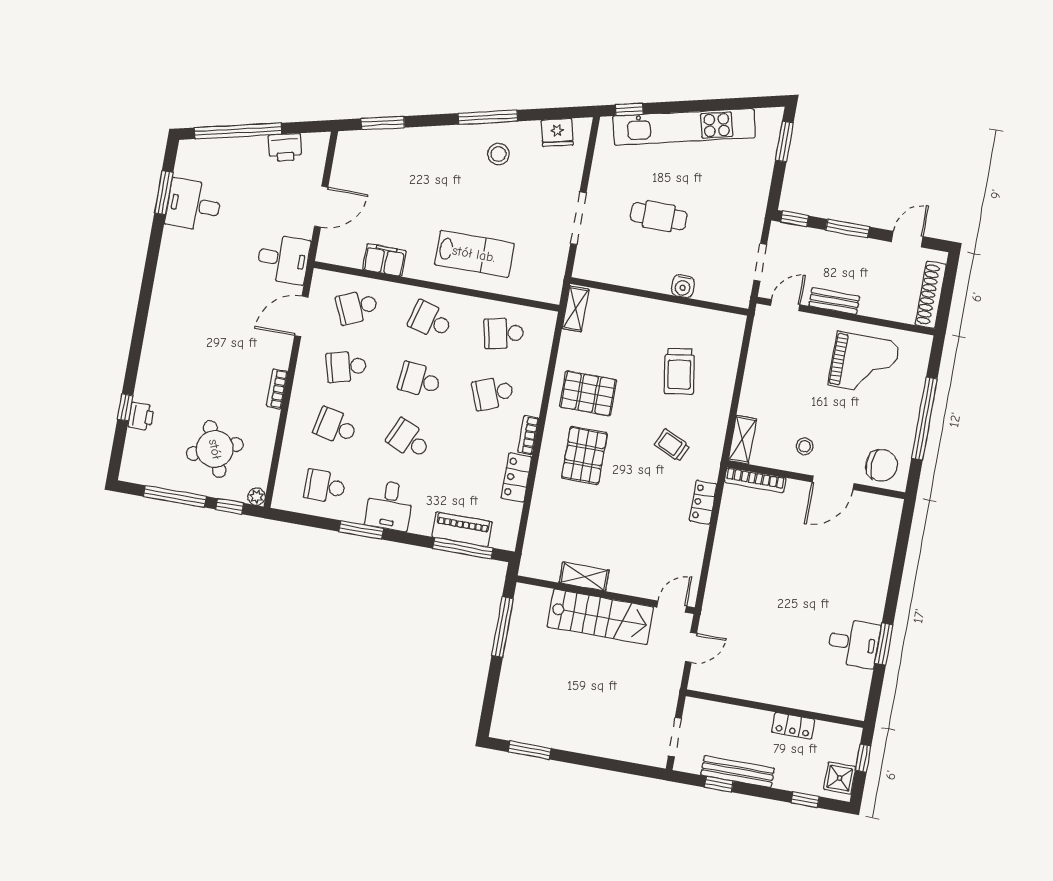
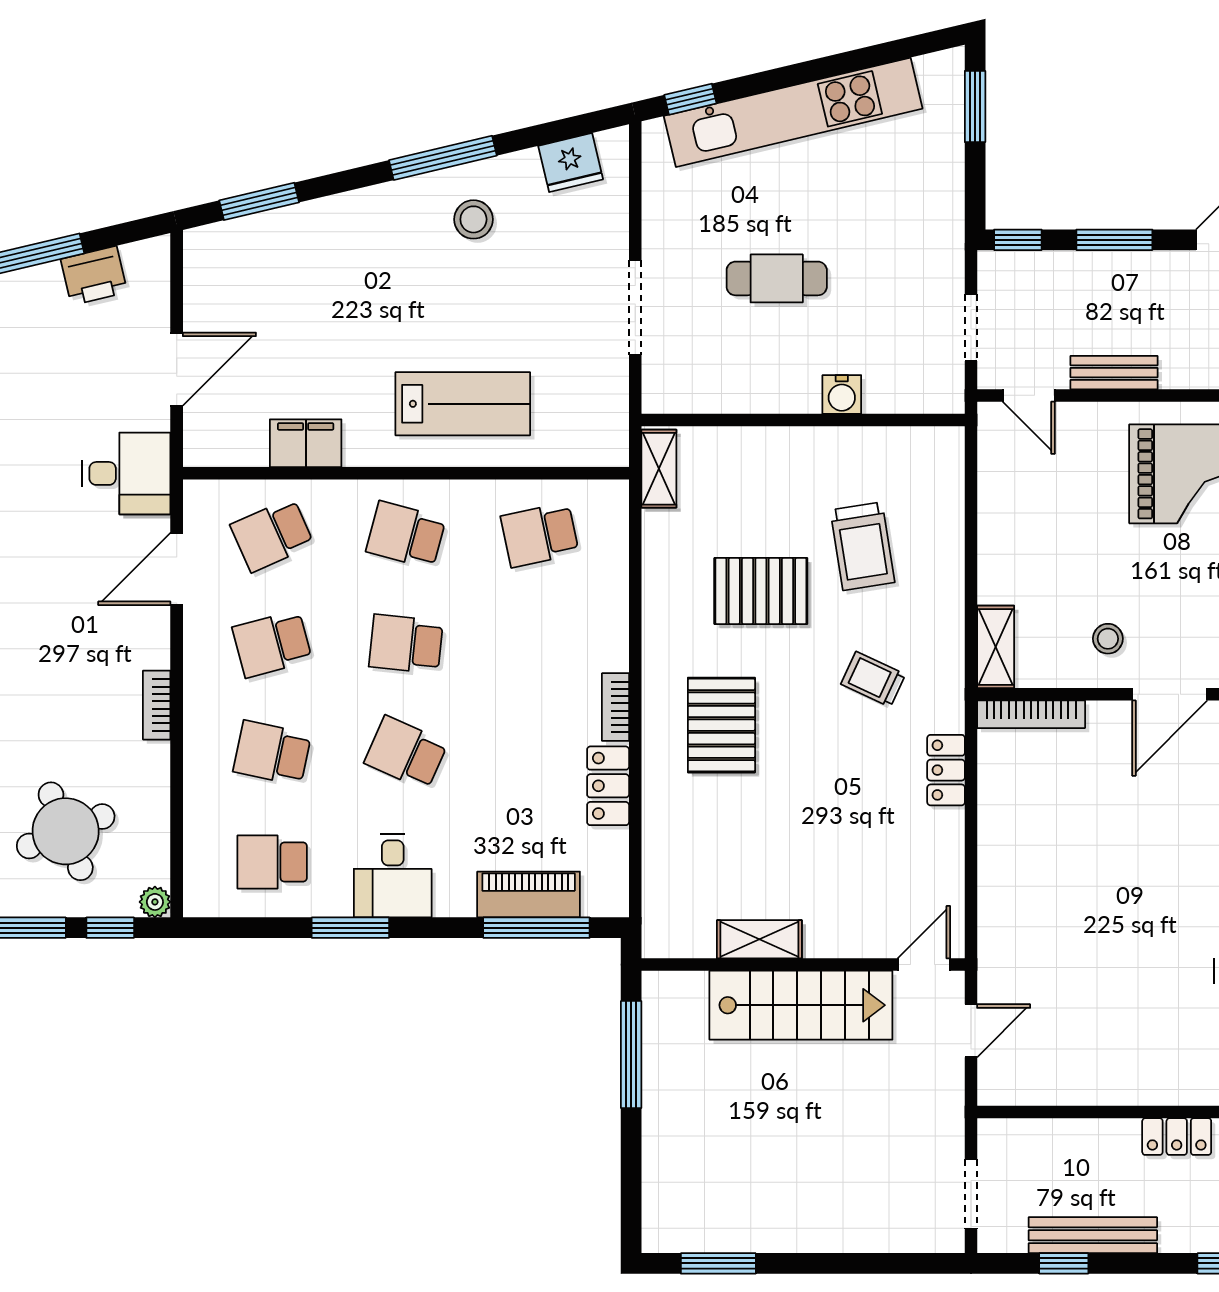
door: (785, 305) -> (1029, 395), swing flipped
school desk: (493, 393) -> (540, 644), removed
pallet: (588, 393) -> (761, 591), moved

